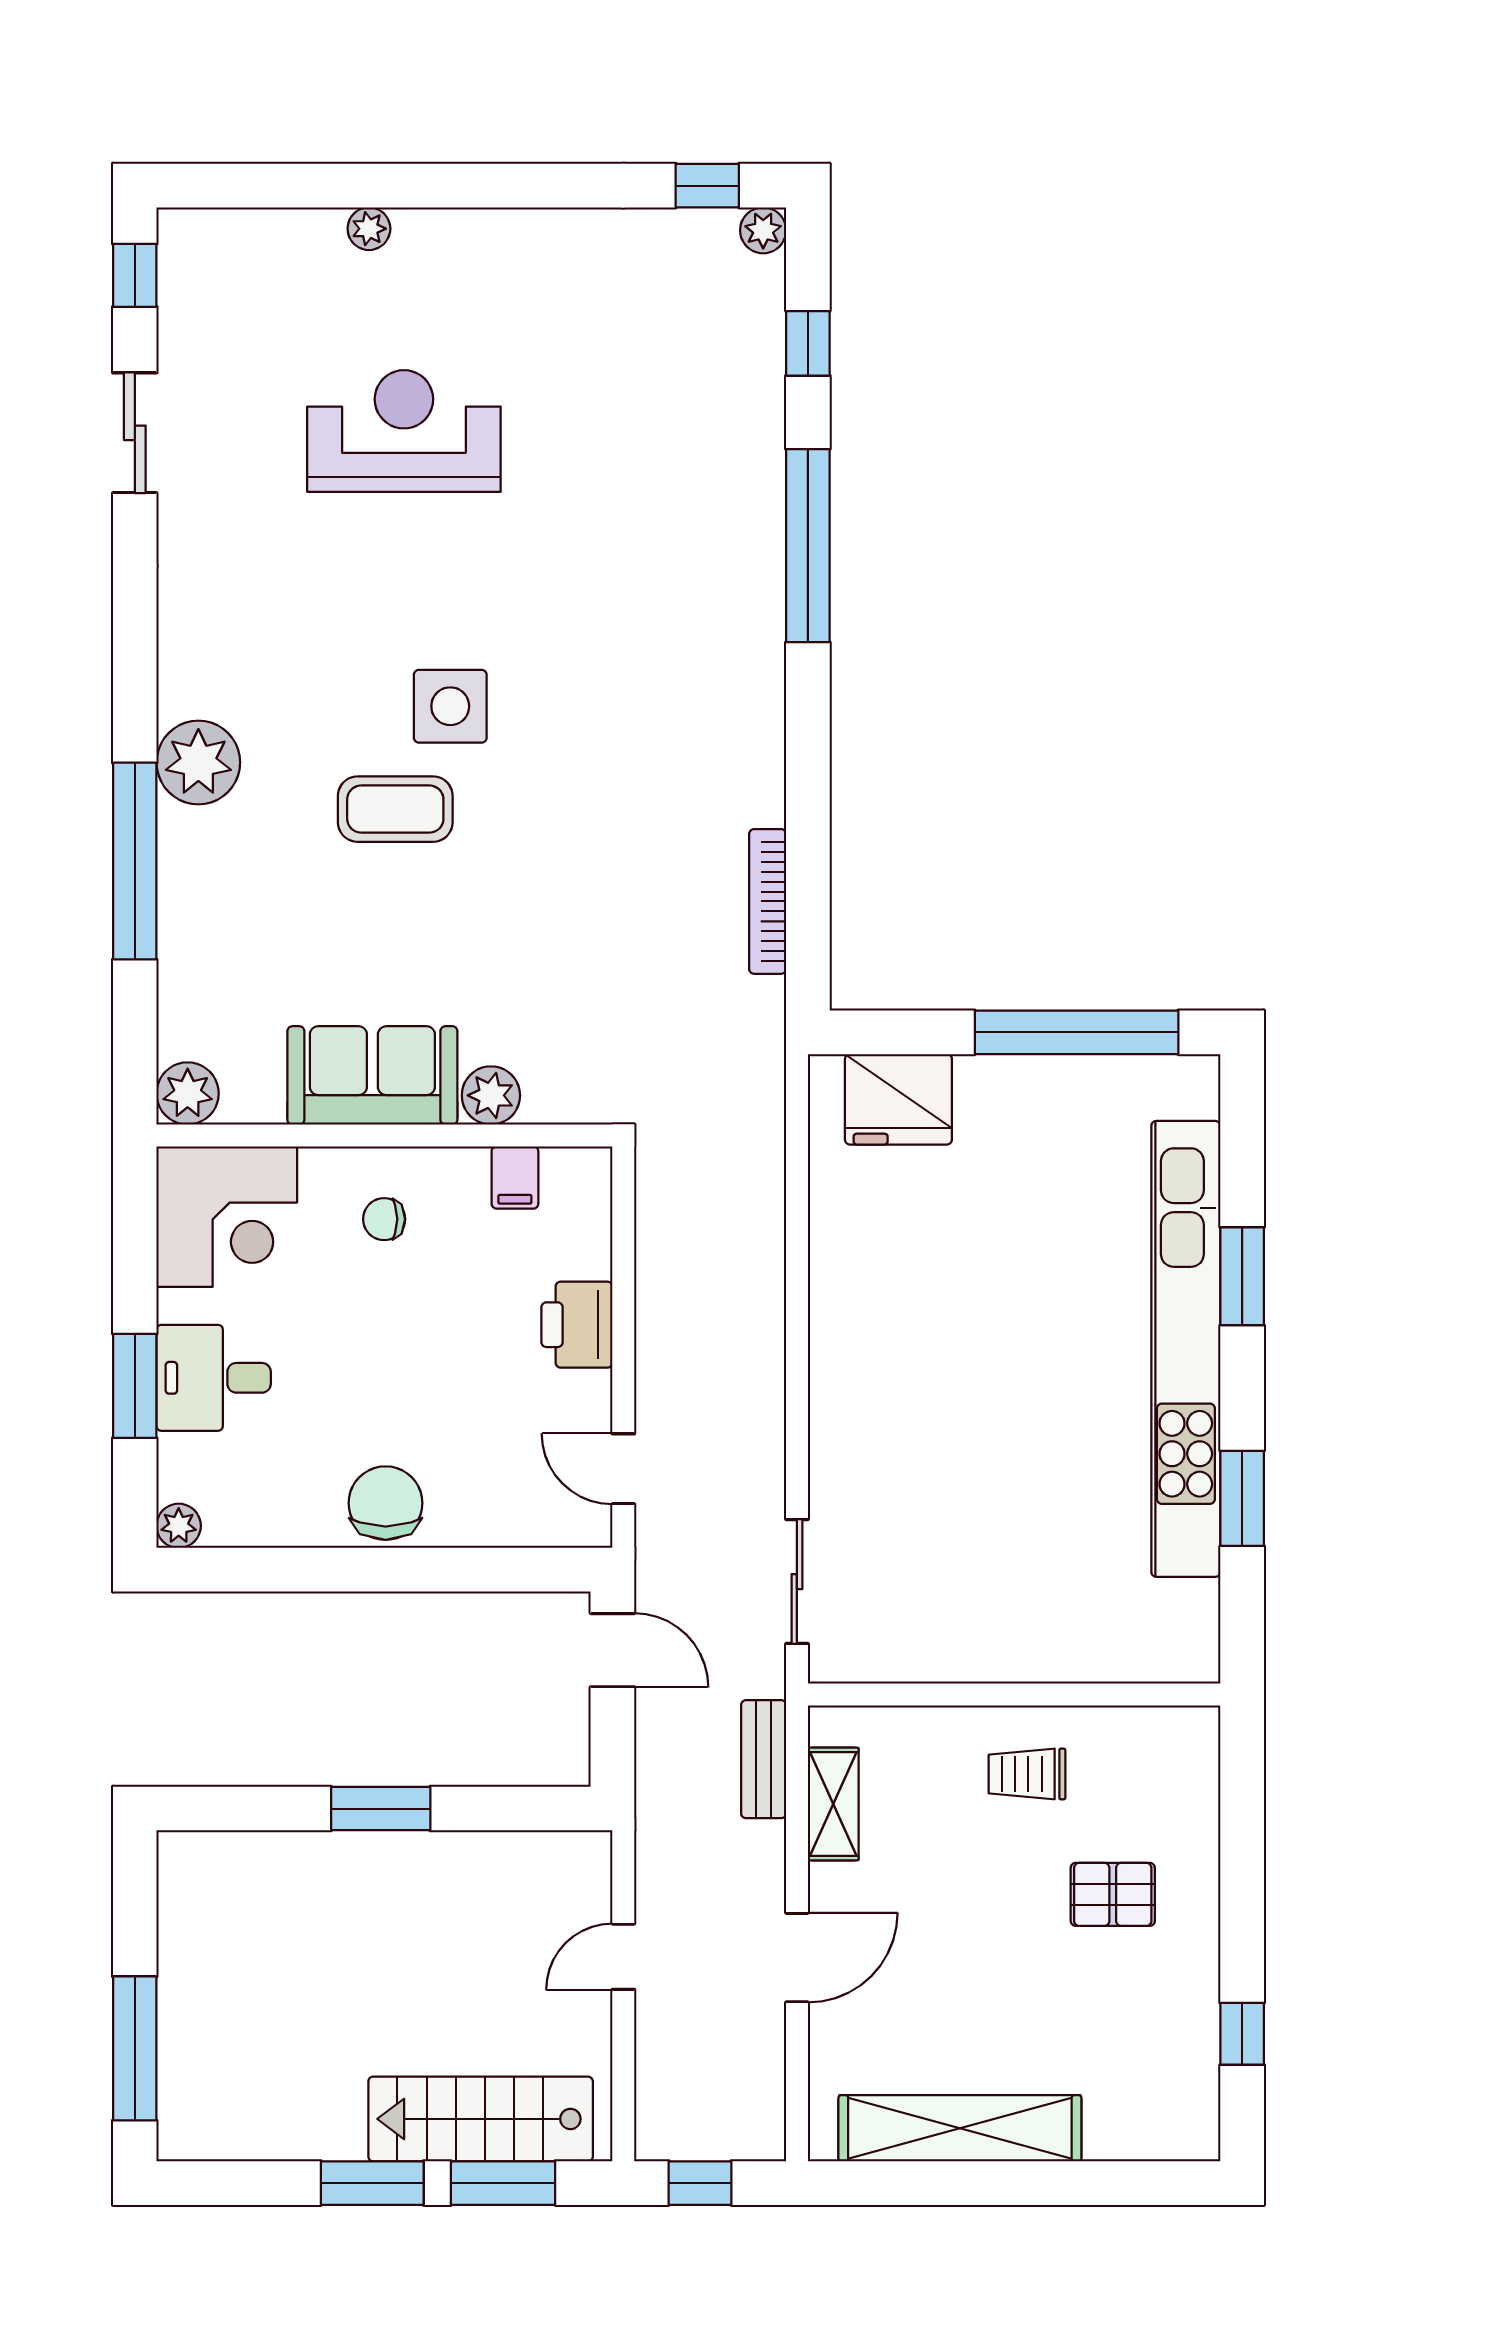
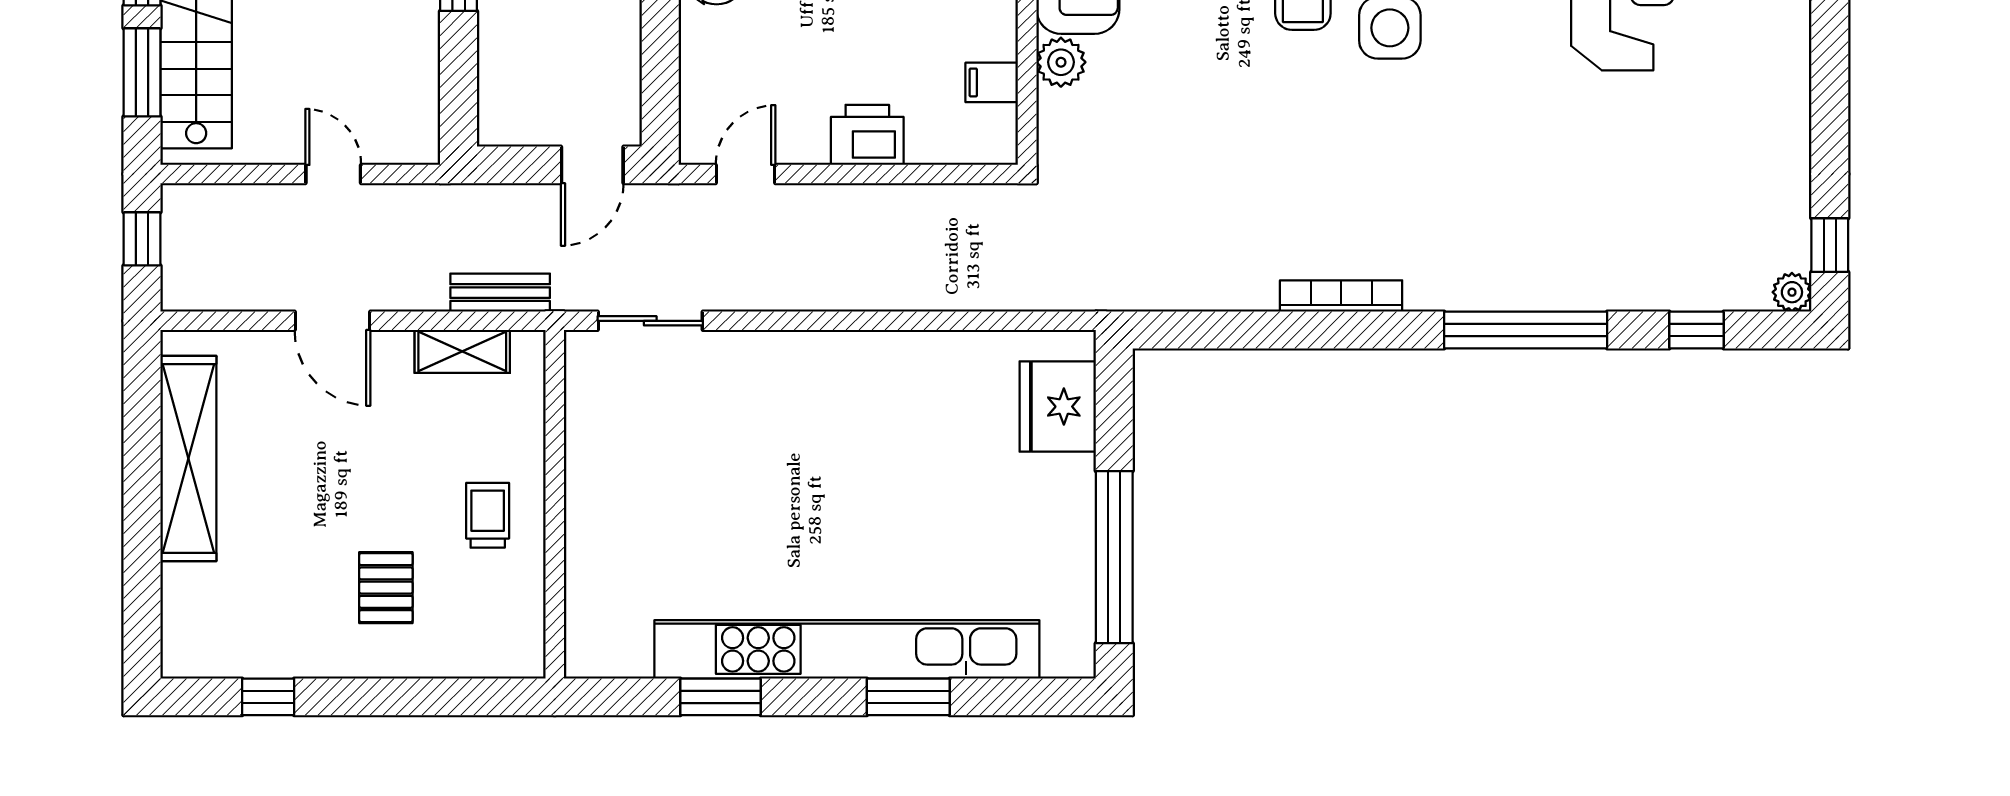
bookcase: (768, 901) -> (1341, 296), moved

